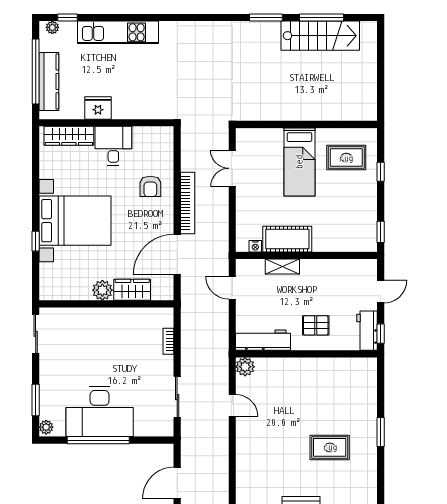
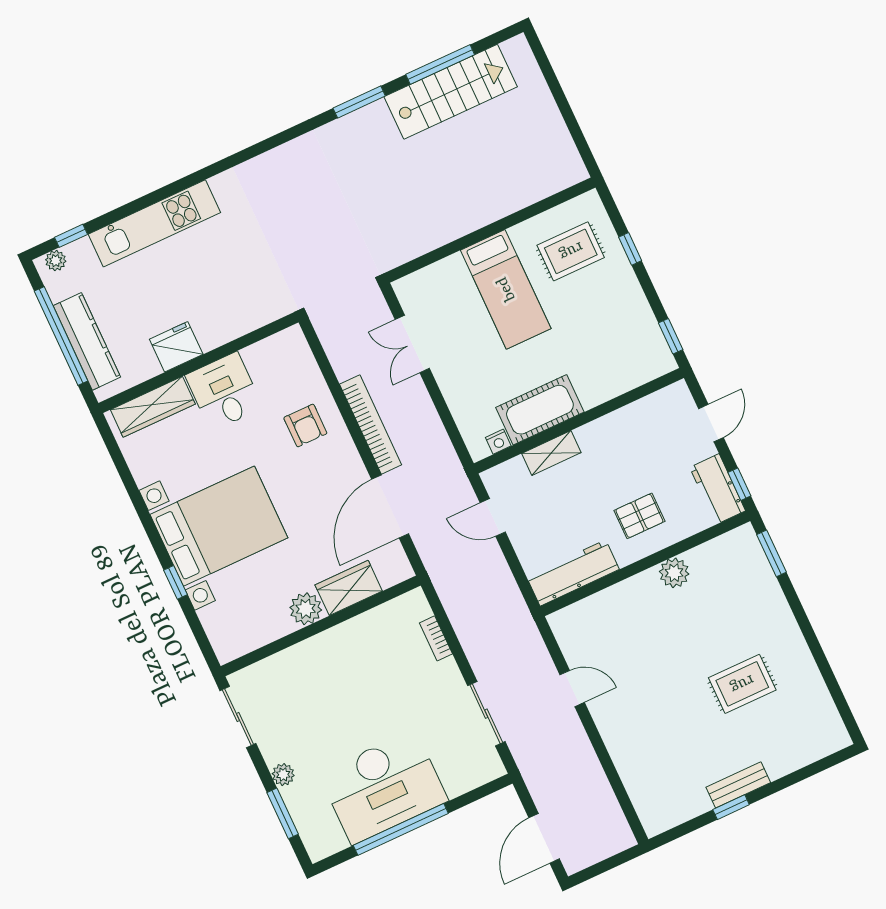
plant: (245, 367) -> (674, 573), moved
plant: (46, 427) -> (283, 775), moved
window: (381, 432) -> (772, 553), moved

